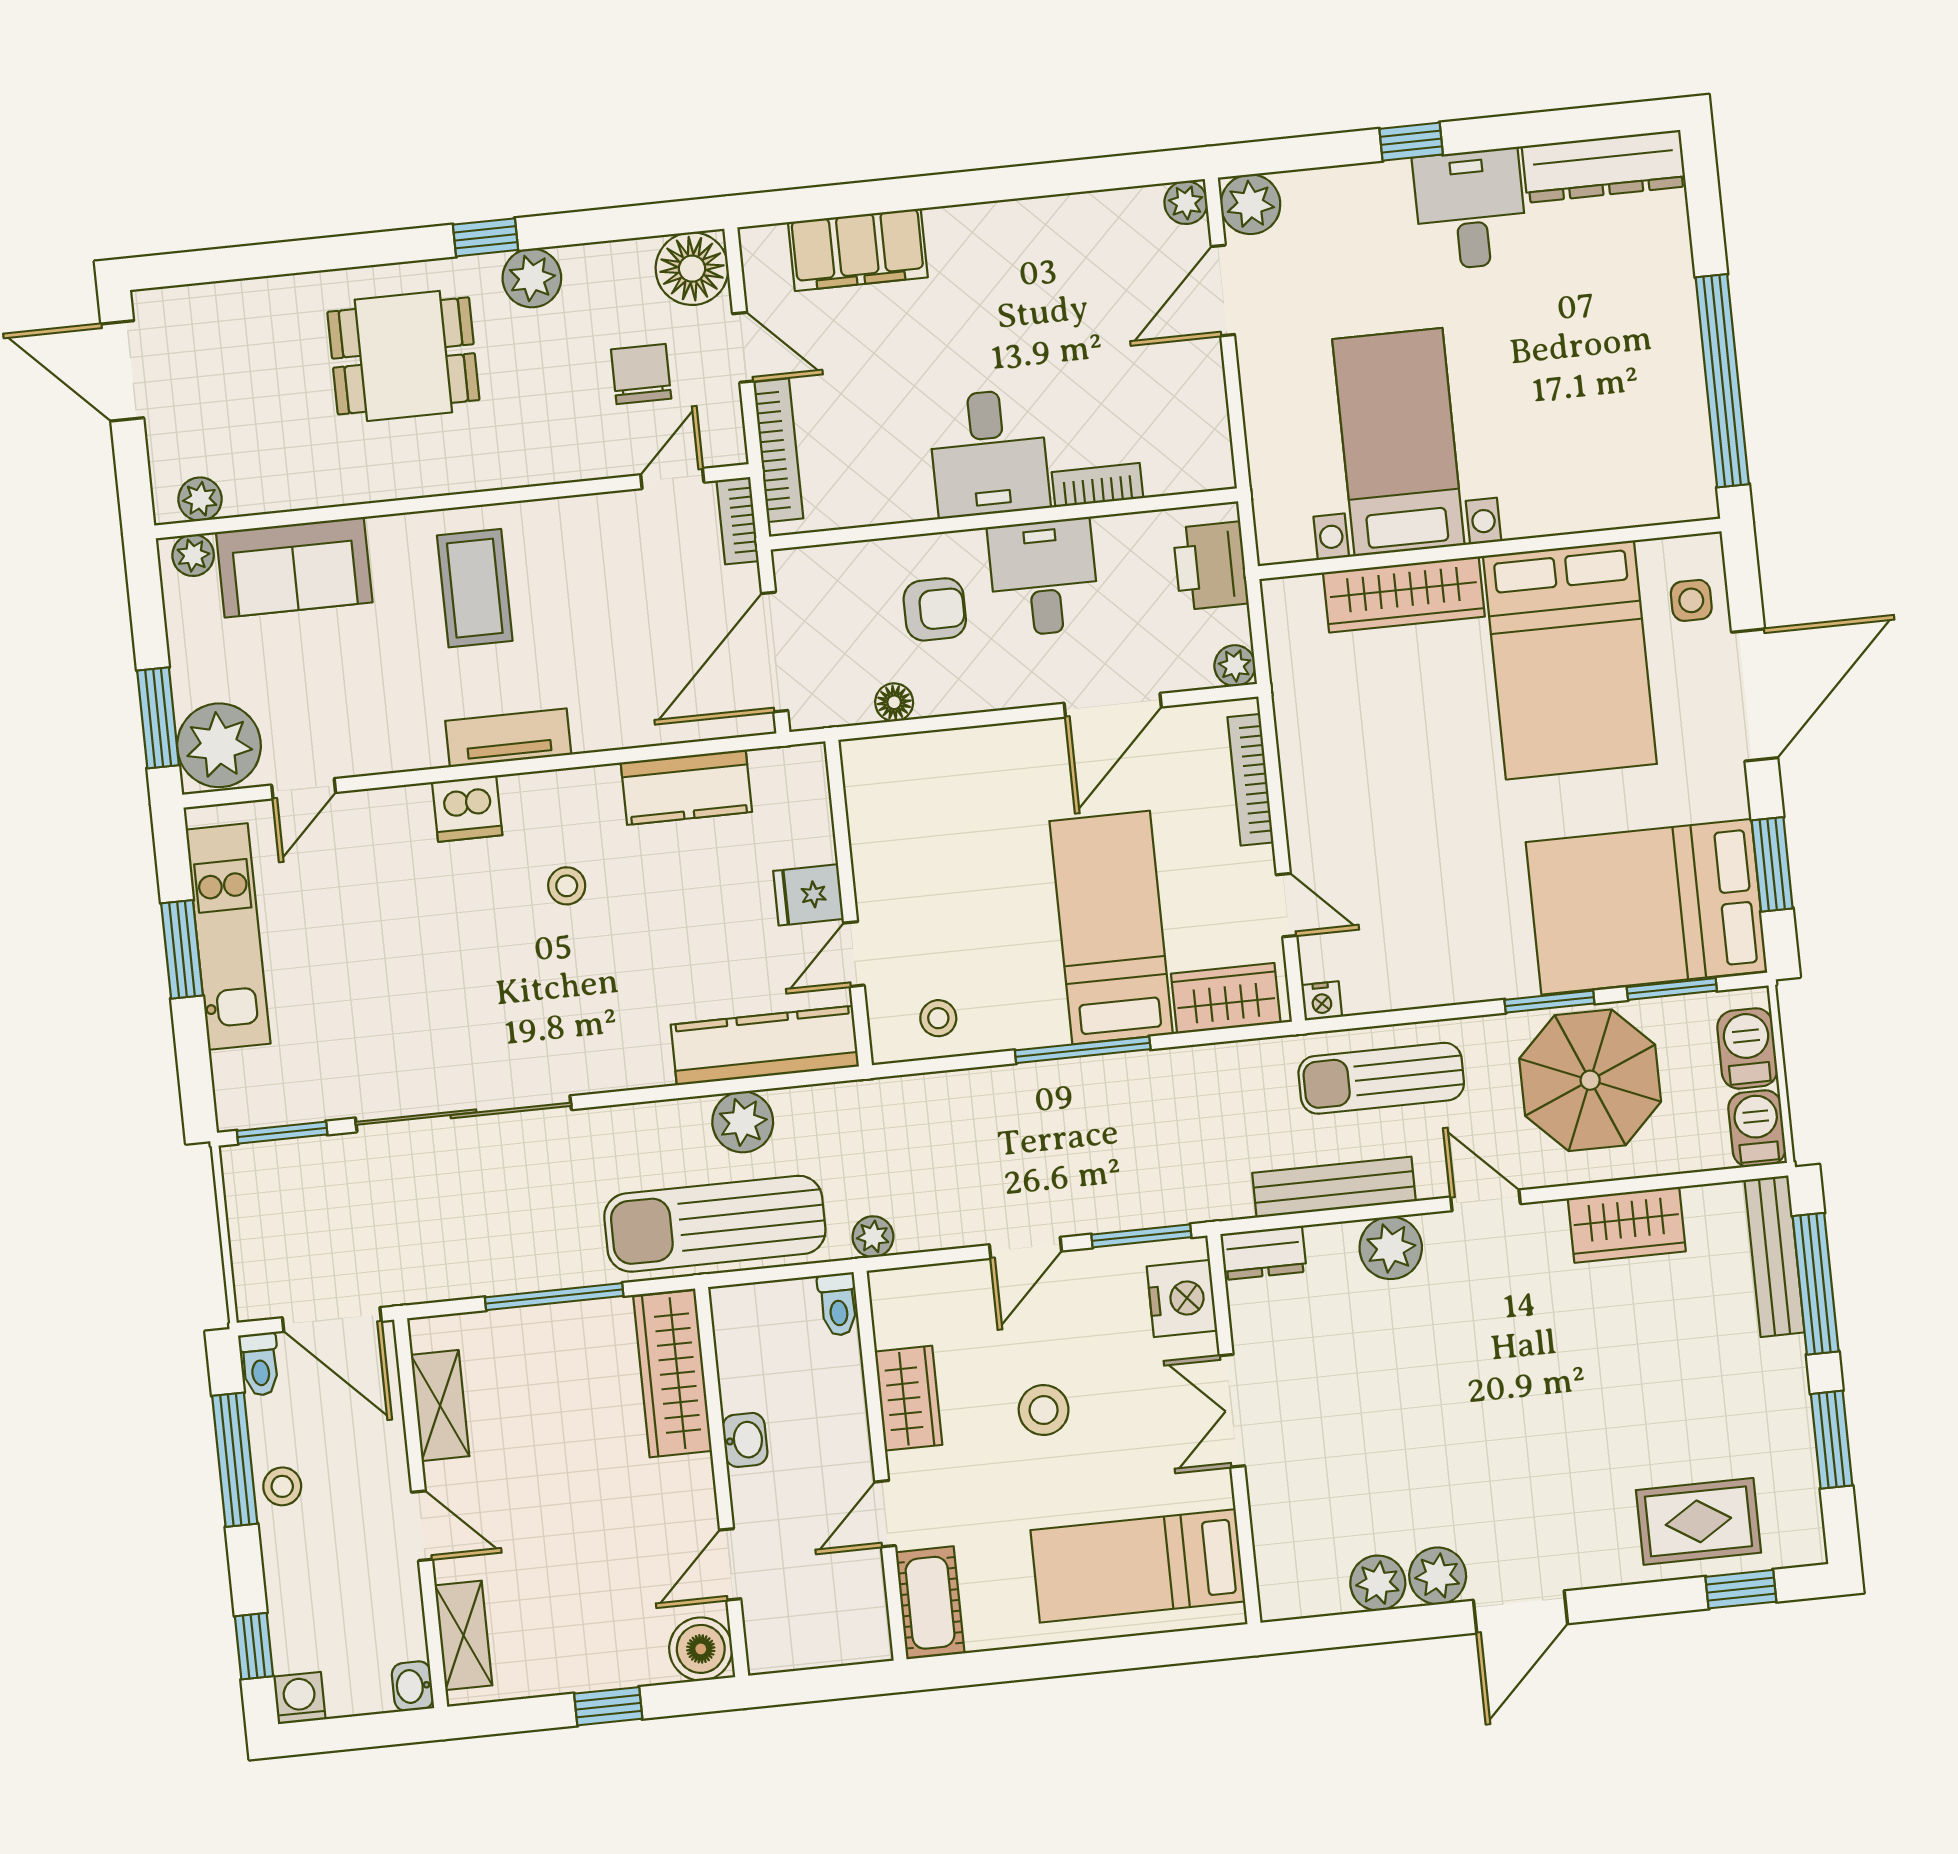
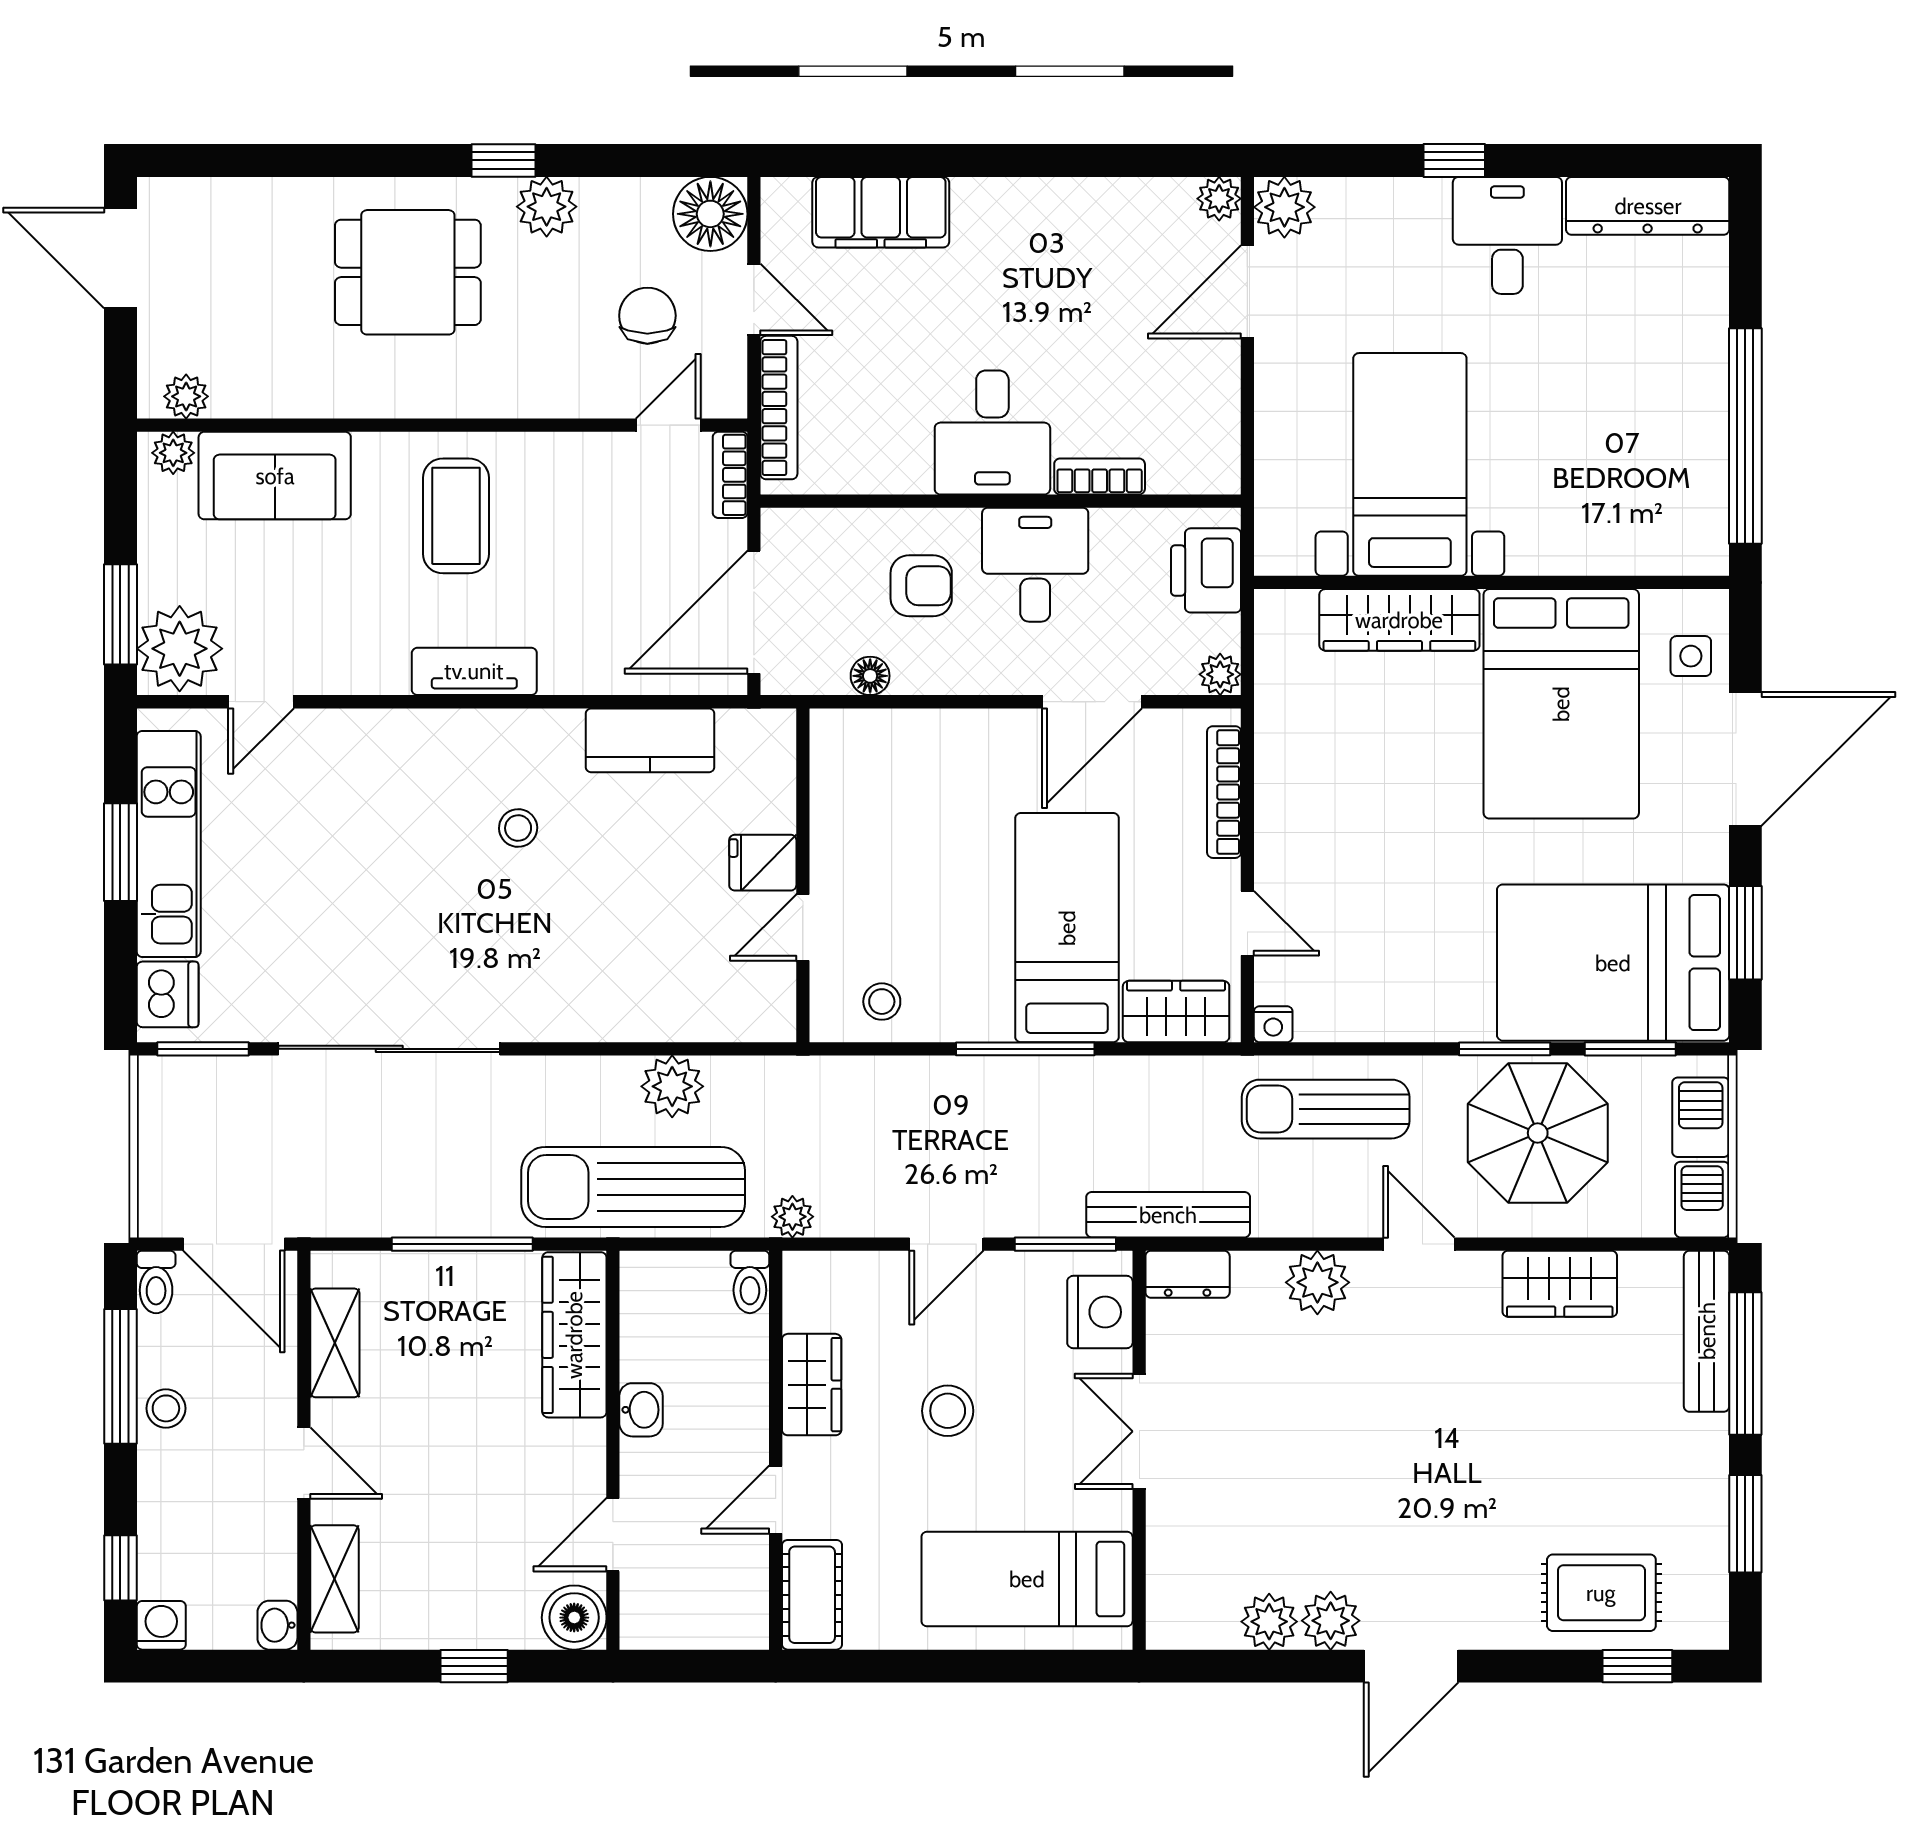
dishwasher: (467, 809) -> (168, 994), moved, turned -90
kitchen counter: (765, 1046) -> (703, 1011), removed
bench: (1334, 1187) -> (1168, 1215), moved

